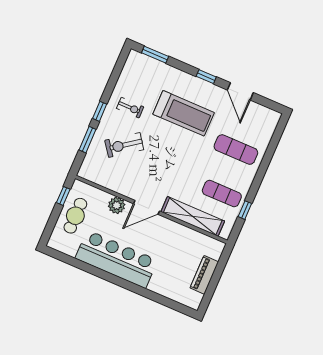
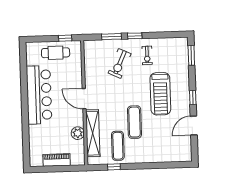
exercise bike: (124, 145) -> (120, 63), turned -119
exercise mat: (236, 150) -> (134, 122), moved
plant: (117, 205) -> (78, 133), moved

